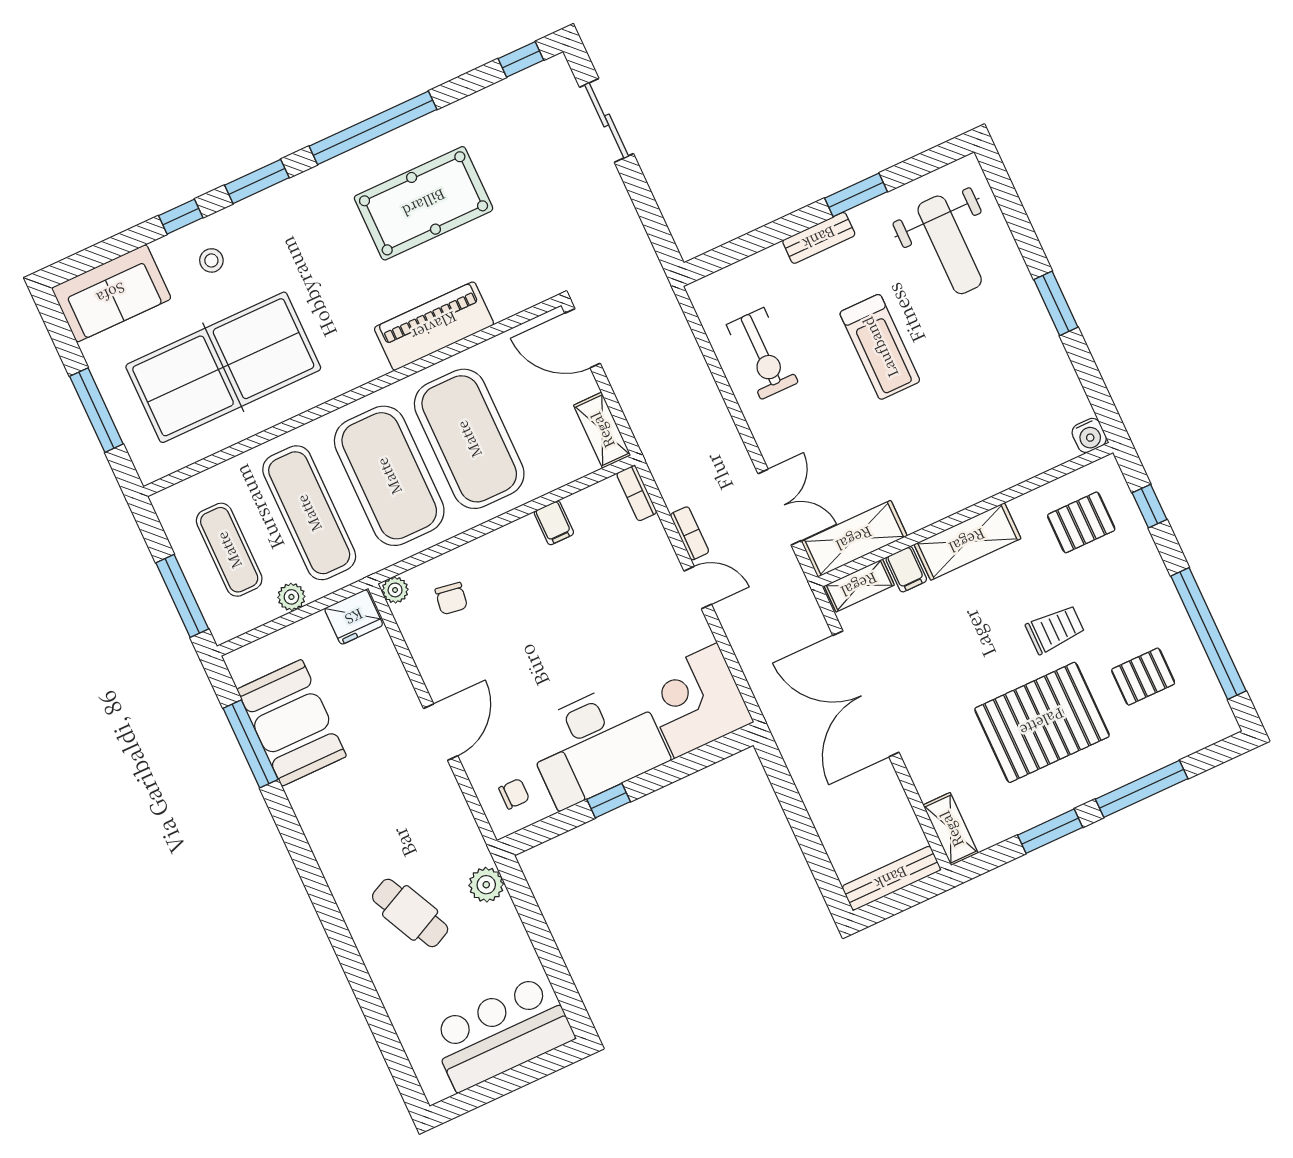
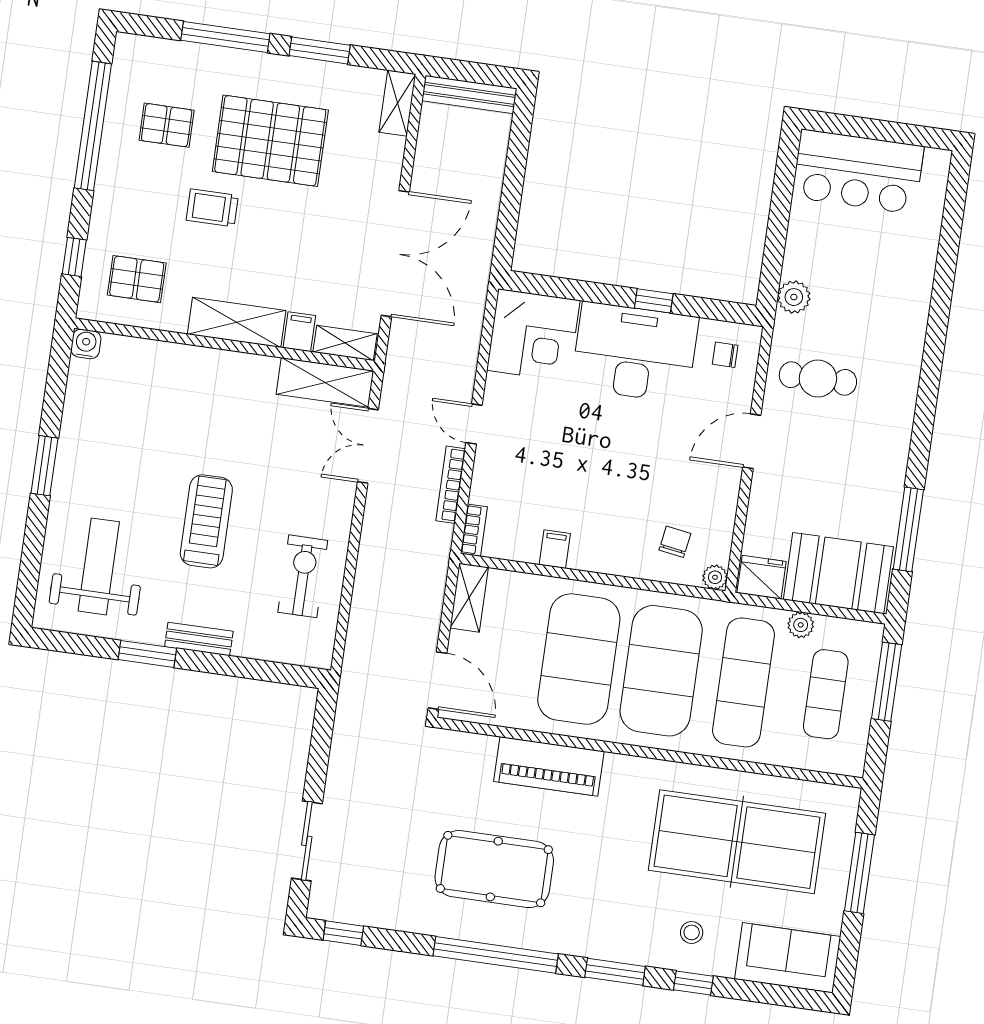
bookcase: (690, 533) -> (451, 485), width x1.56
booth: (292, 723) -> (838, 573), moved, turned 90
cafe table: (410, 913) -> (818, 379), moved, turned -64

